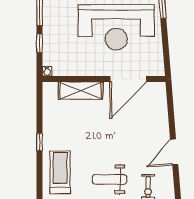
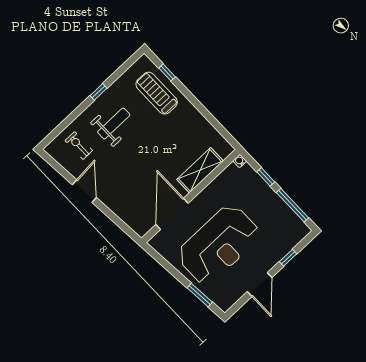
reception desk: (116, 27) -> (219, 245), turned 180
window: (39, 142) -> (167, 72), moved
treadmill: (60, 172) -> (157, 93), turned 180

